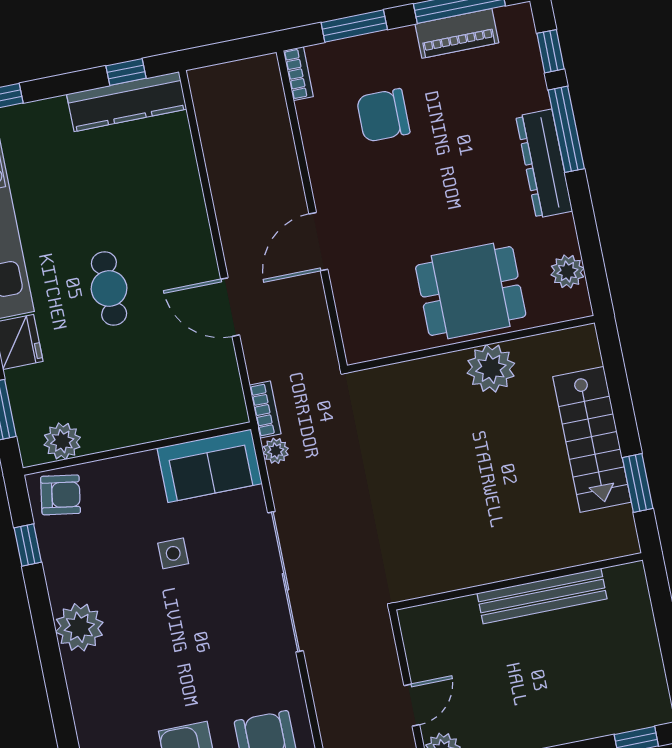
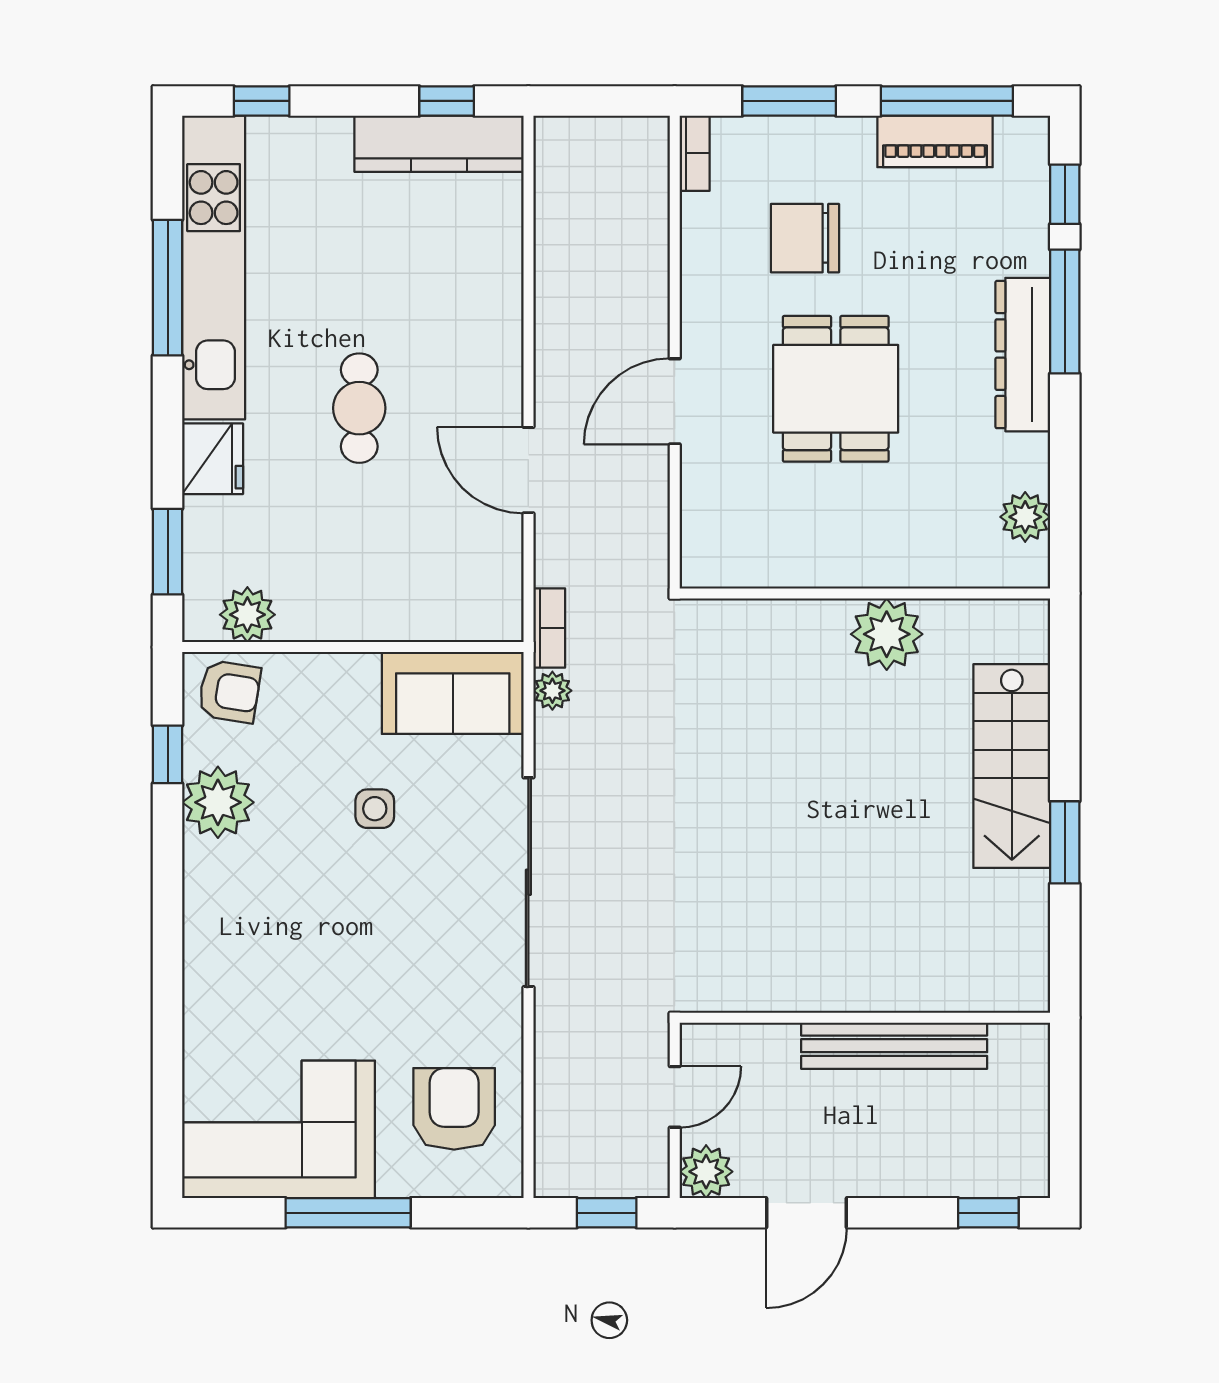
dining table: (471, 291) -> (836, 389), moved, turned 90
wall: (519, 581) -> (865, 1018), moved
bench: (542, 596) -> (894, 1046), moved
plant: (79, 627) -> (218, 802), moved

